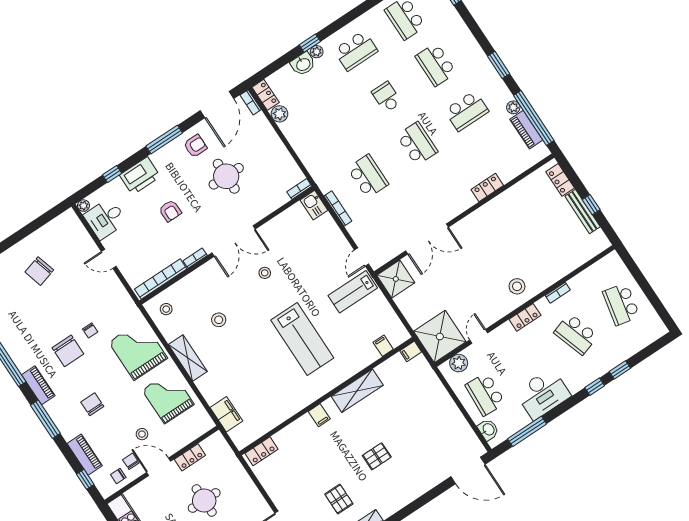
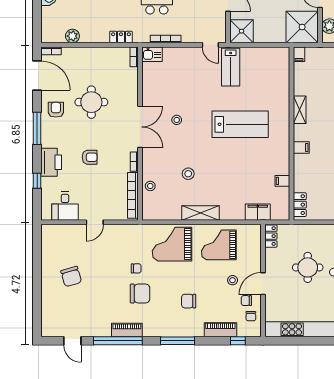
locker: (266, 95) -> (121, 37), moved
plant: (83, 206) -> (46, 215), removed
stool: (166, 309) -> (150, 186), moved
filing cabinet: (383, 346) -> (282, 181), moved
piano: (38, 385) -> (127, 330), moved
shelving: (357, 391) -> (300, 110), width x0.67, depth x0.75
locker: (190, 457) -> (271, 236), moved

